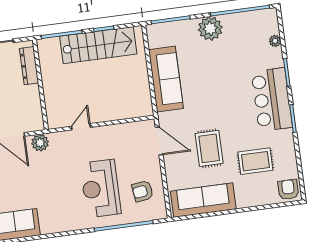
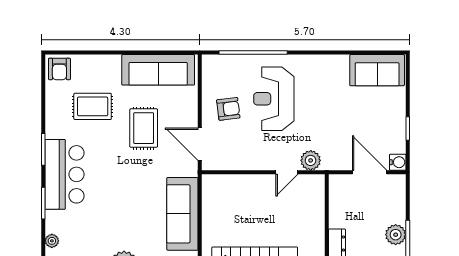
plant: (40, 143) -> (311, 160), moved
reception desk: (101, 189) -> (274, 99), turned 180
armchair: (143, 191) -> (228, 109), moved

